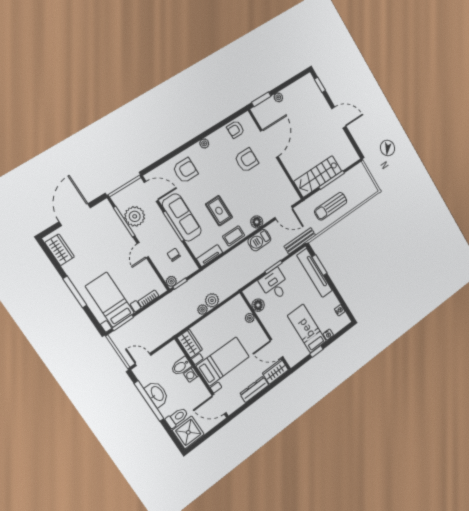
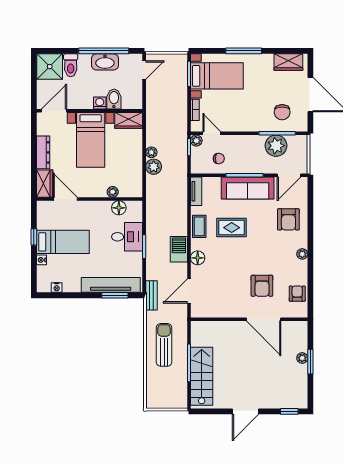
window: (261, 99) -> (310, 362), moved
stairs: (318, 176) -> (202, 376), moved
chair: (105, 228) -> (282, 112), added
bench: (300, 241) -> (151, 295), width x0.73
door: (143, 250) -> (212, 133), moved
door: (277, 349) -> (65, 199), hinge flipped

